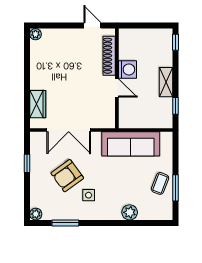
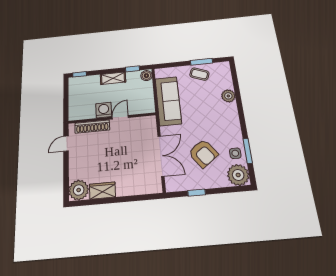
plant: (35, 34) -> (79, 190), width x1.88, depth x1.88
wardrobe: (38, 104) -> (102, 191), moved
boiler: (165, 122) -> (146, 76), added
side table: (89, 195) -> (235, 153), moved
plant: (36, 214) -> (238, 175), width x1.88, depth x1.88

